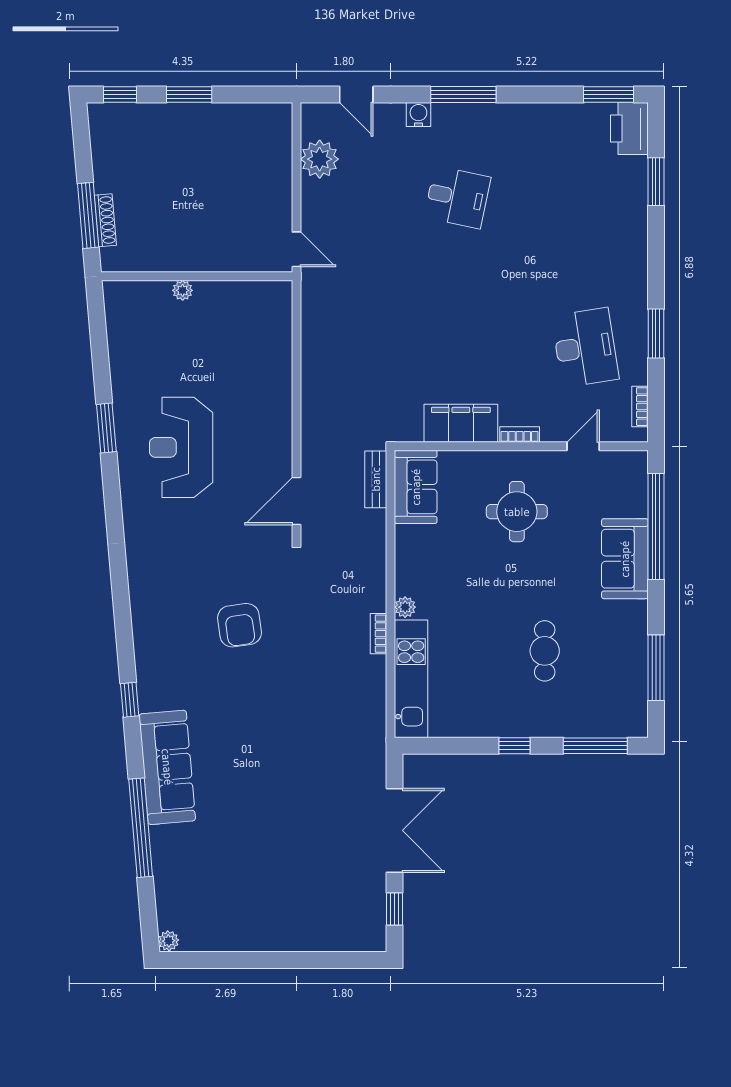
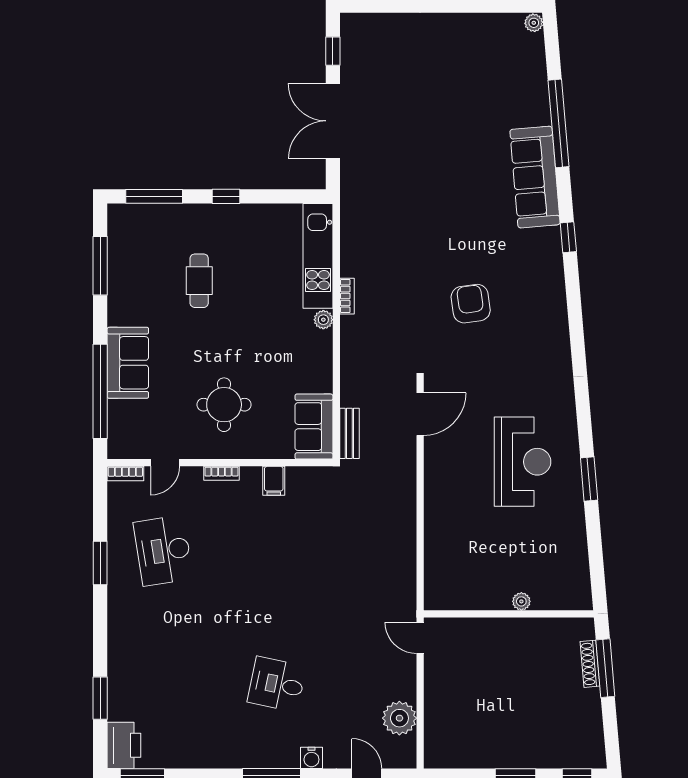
bookcase: (640, 407) -> (125, 473), moved, turned 90
filing cabinet: (461, 423) -> (274, 481), width x0.33, depth x0.86

